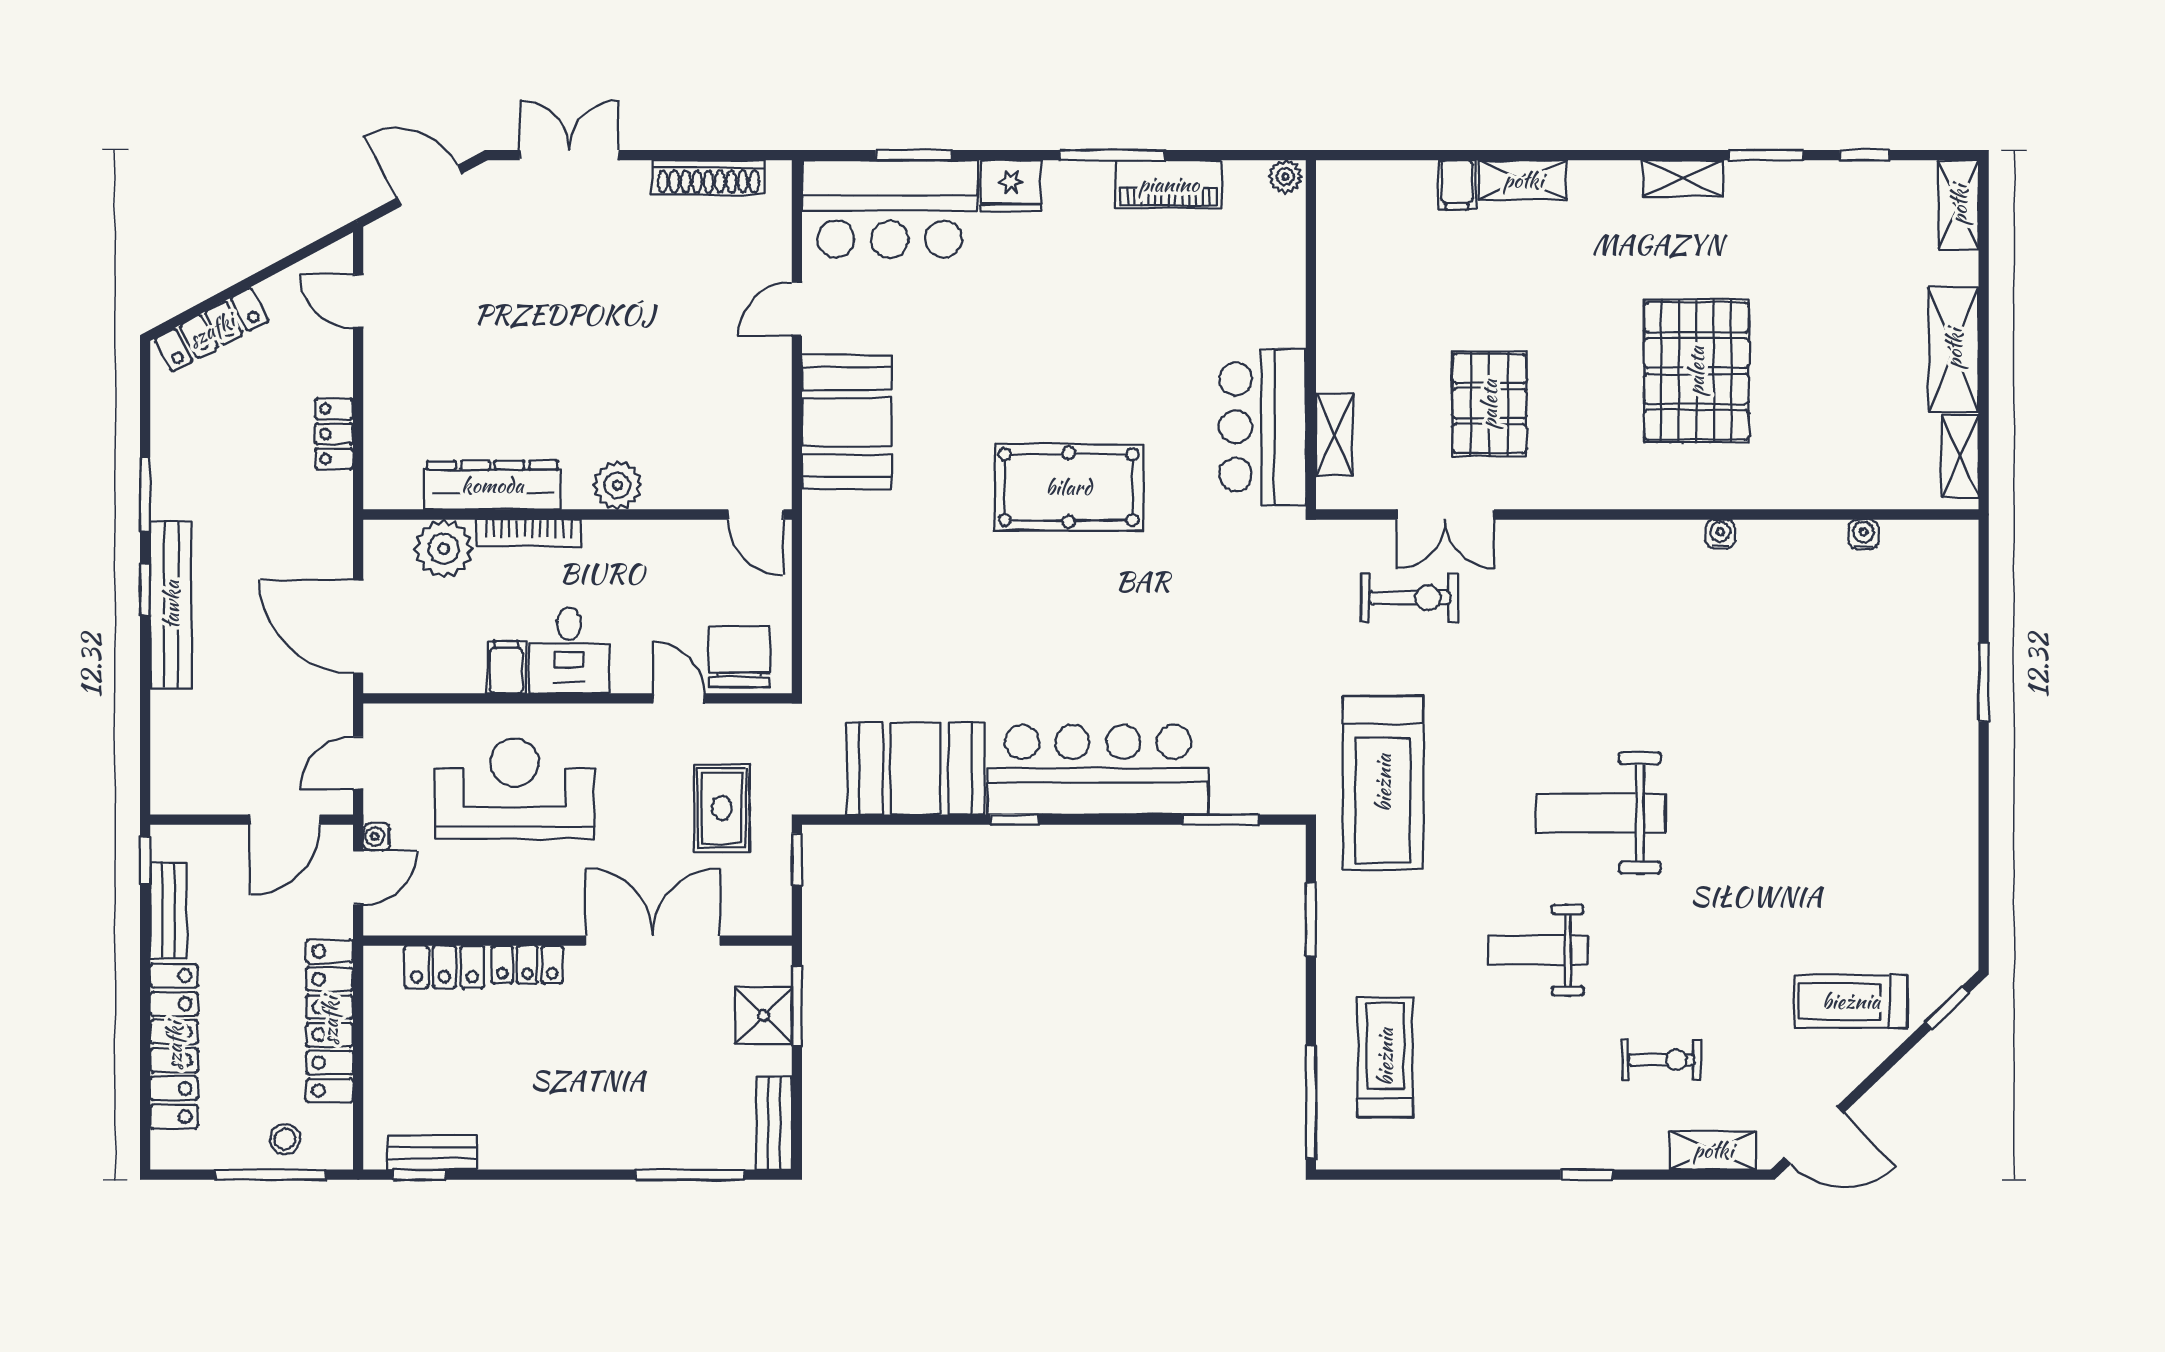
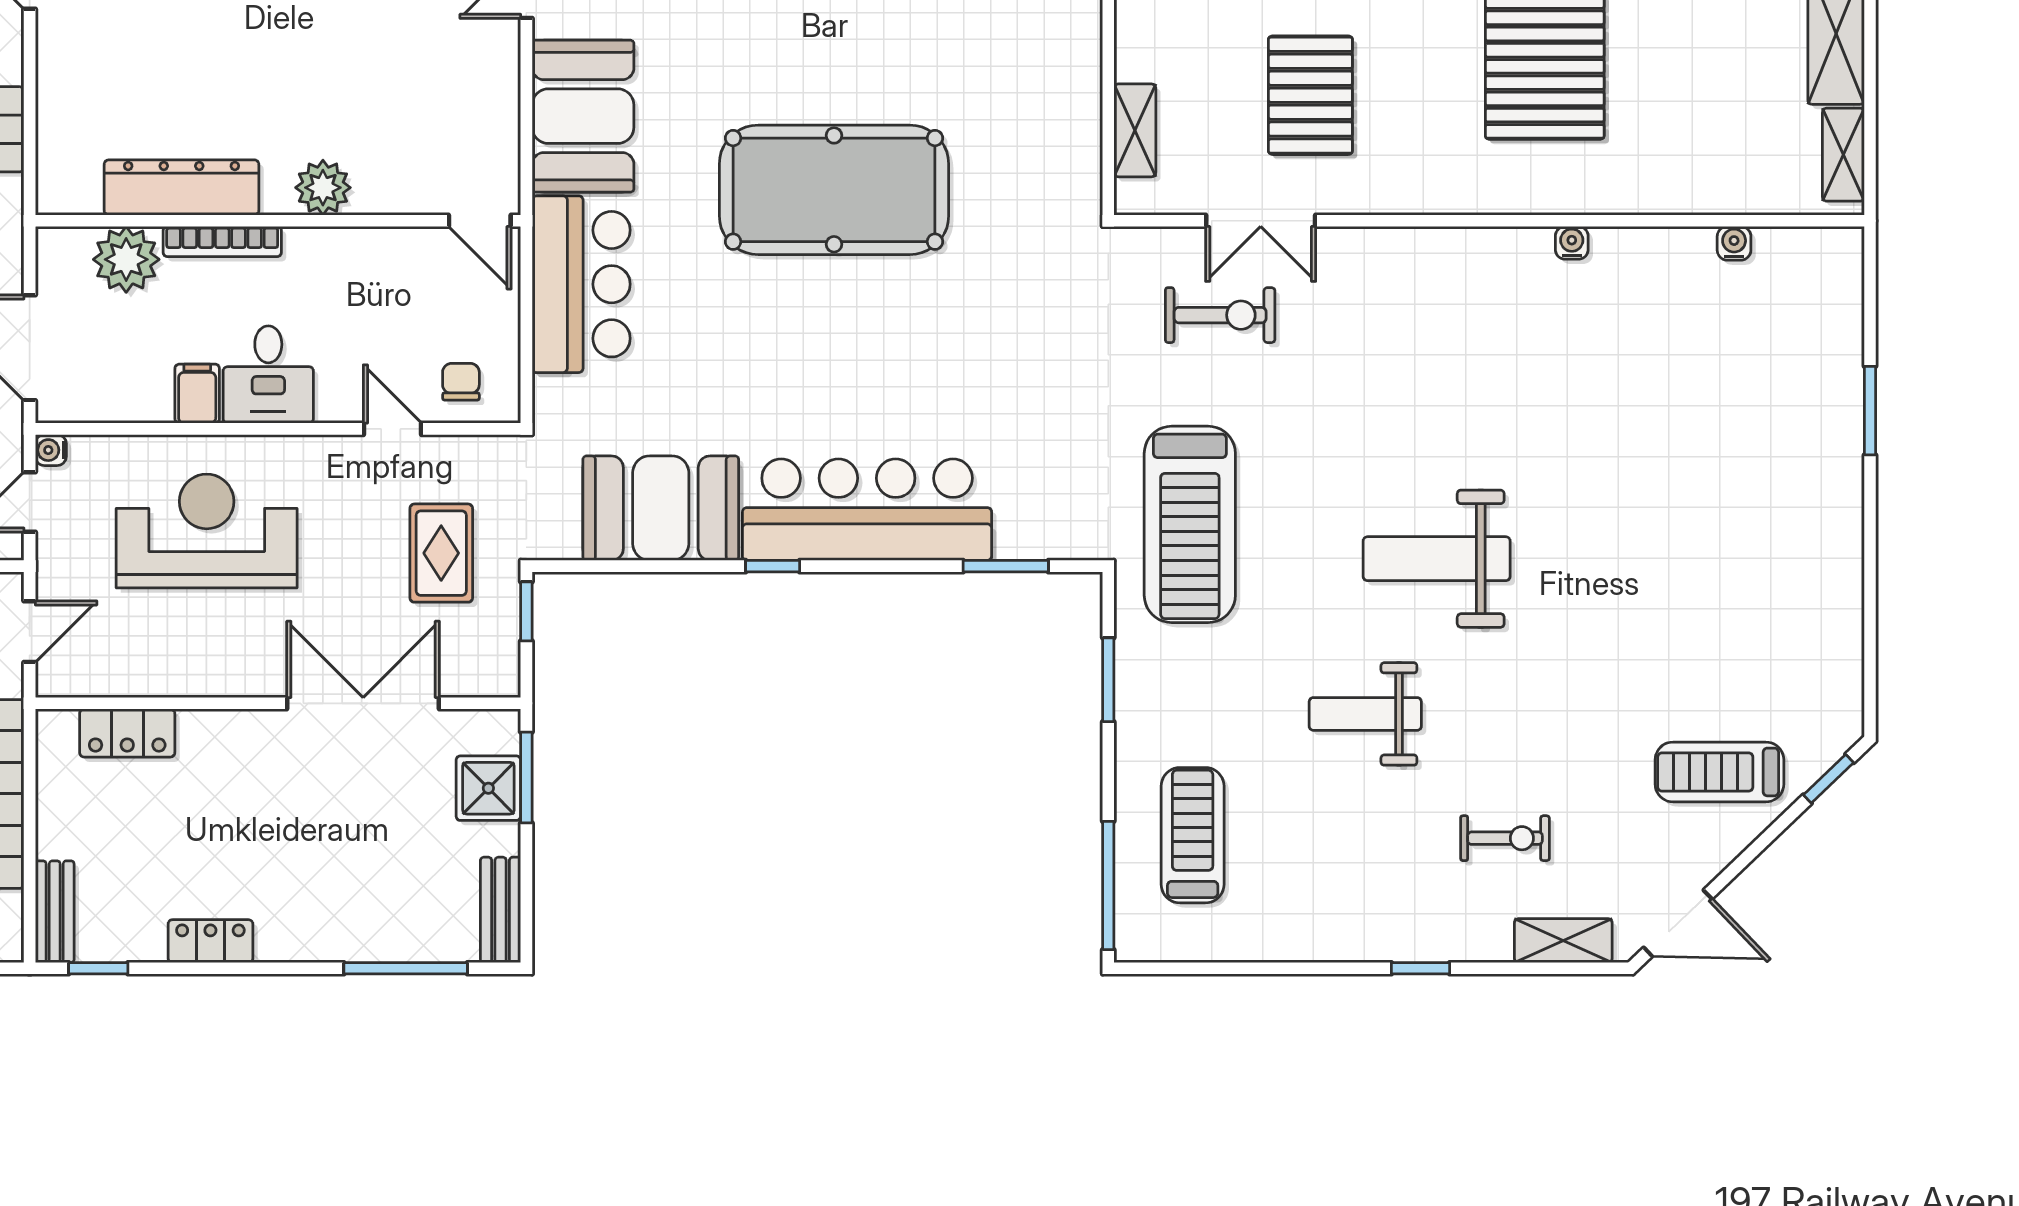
bar counter: (1263, 427) -> (581, 284), moved, turned 180
pool table: (1069, 487) -> (834, 190), width x1.36, depth x1.32
chair: (739, 657) -> (461, 382), width x0.54, depth x0.54
water cooler: (377, 836) -> (51, 450), moved
locker: (527, 965) -> (210, 941), moved, turned 180
bench: (432, 1153) -> (55, 912), moved, turned 90

